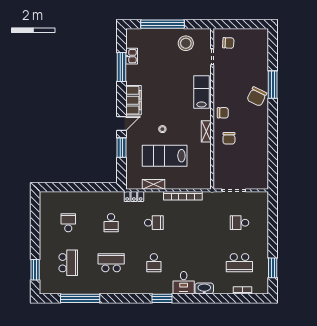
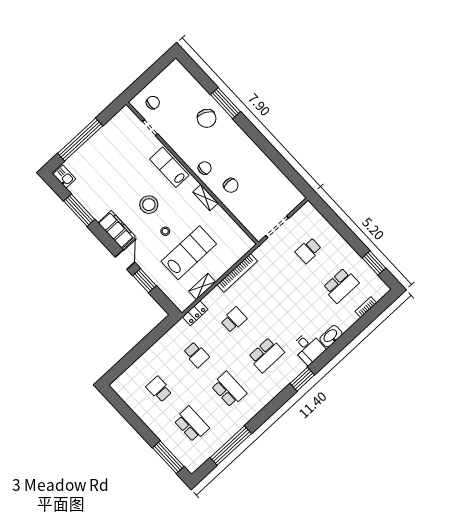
stool: (186, 43) -> (149, 205), moved
kitchen sink: (132, 56) -> (64, 177), moved
chair: (257, 96) -> (207, 118), moved
lab bench: (165, 156) -> (189, 253), turned 180
school desk: (111, 263) -> (229, 389), turned 90
school desk: (154, 263) -> (266, 355), width x1.85
window: (35, 270) -> (168, 457), width x1.44

